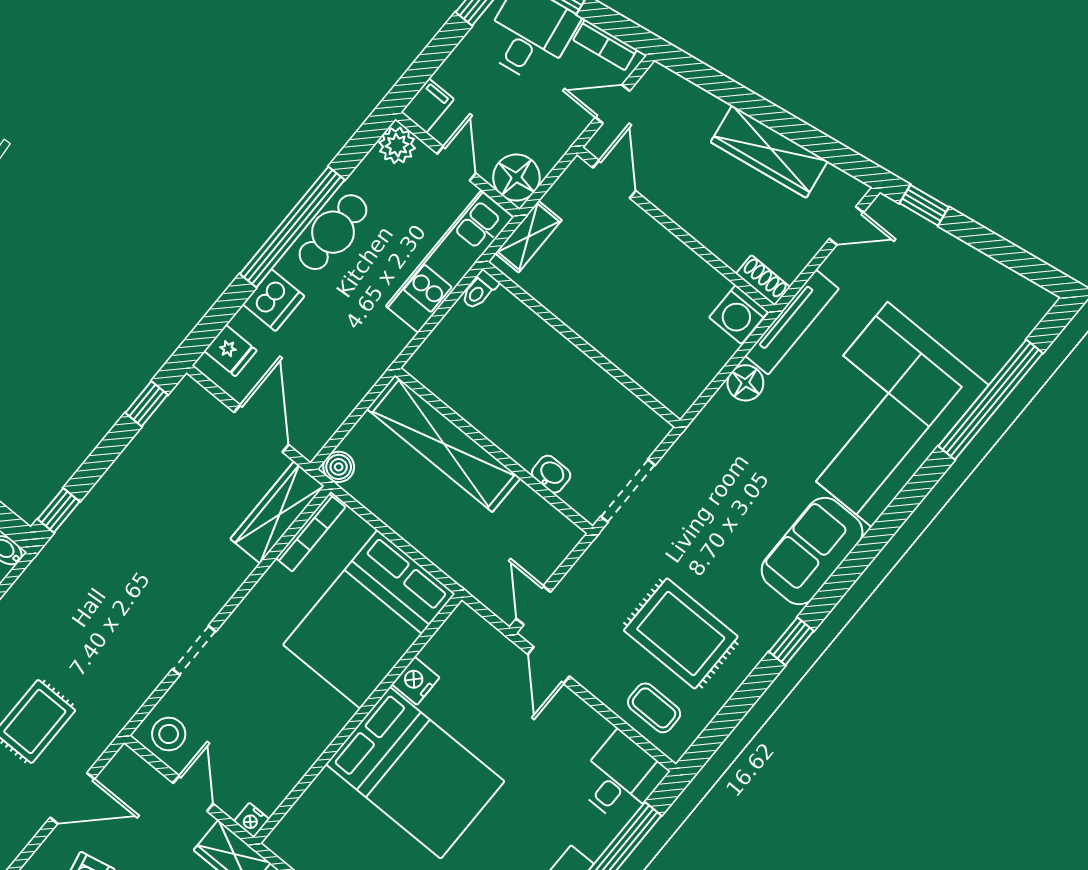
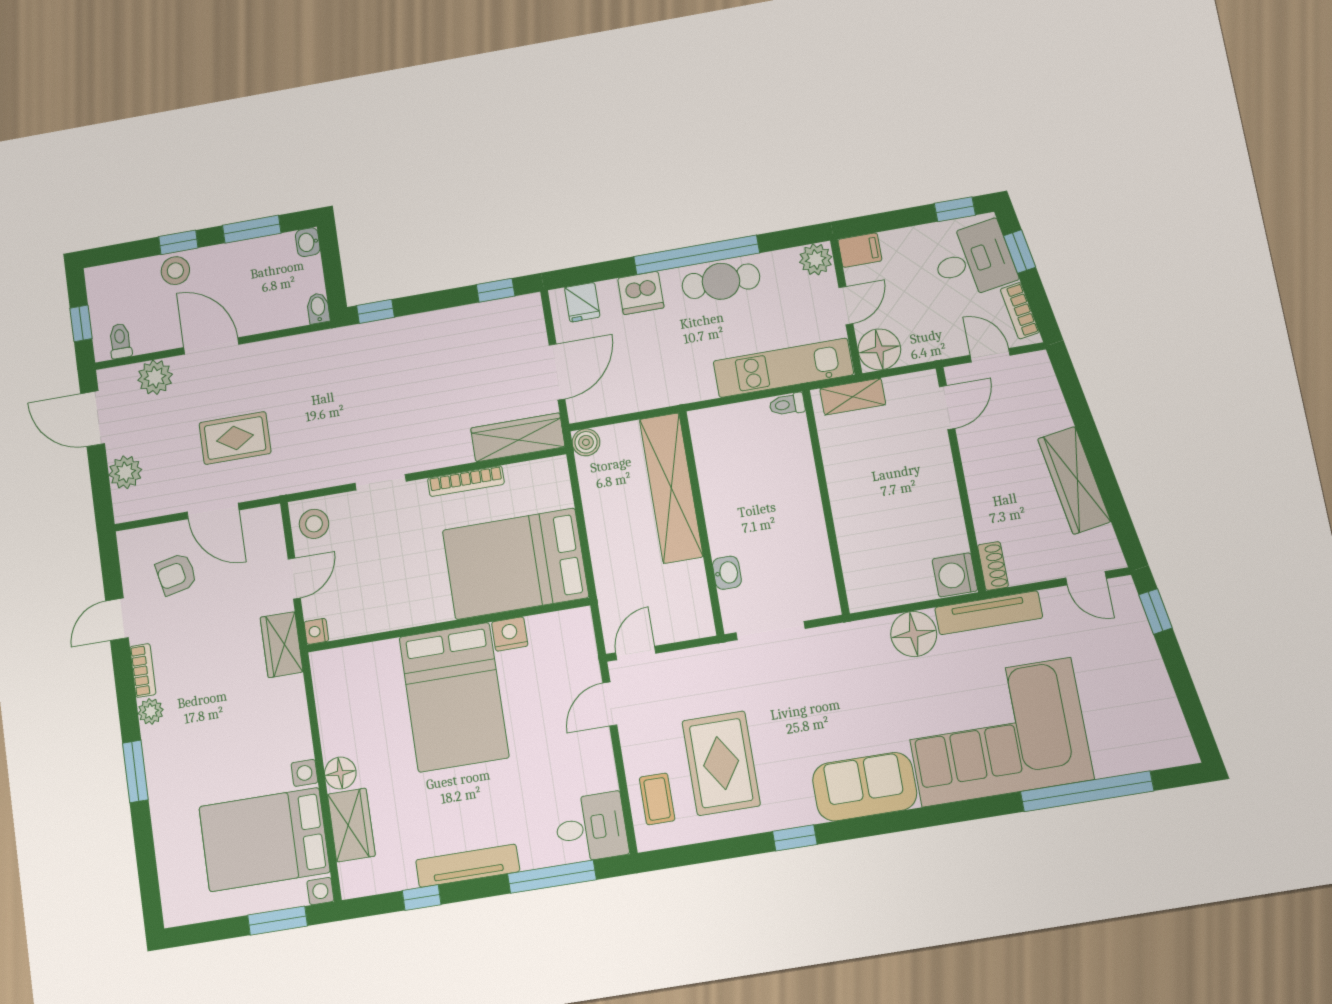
floor lamp: (745, 383) -> (914, 634), width x1.38, depth x1.38
bookcase: (311, 533) -> (466, 481), moved

